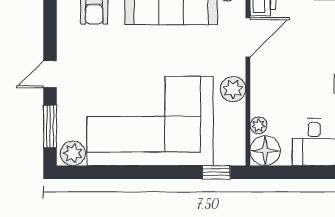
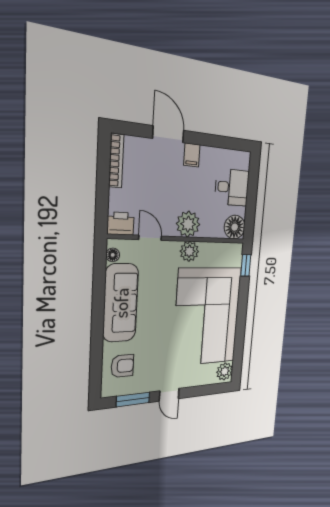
door: (248, 37) -> (150, 238), width x0.73
plant: (259, 125) -> (188, 224), moved, width x1.88, depth x1.88
window: (50, 126) -> (133, 399), moved

